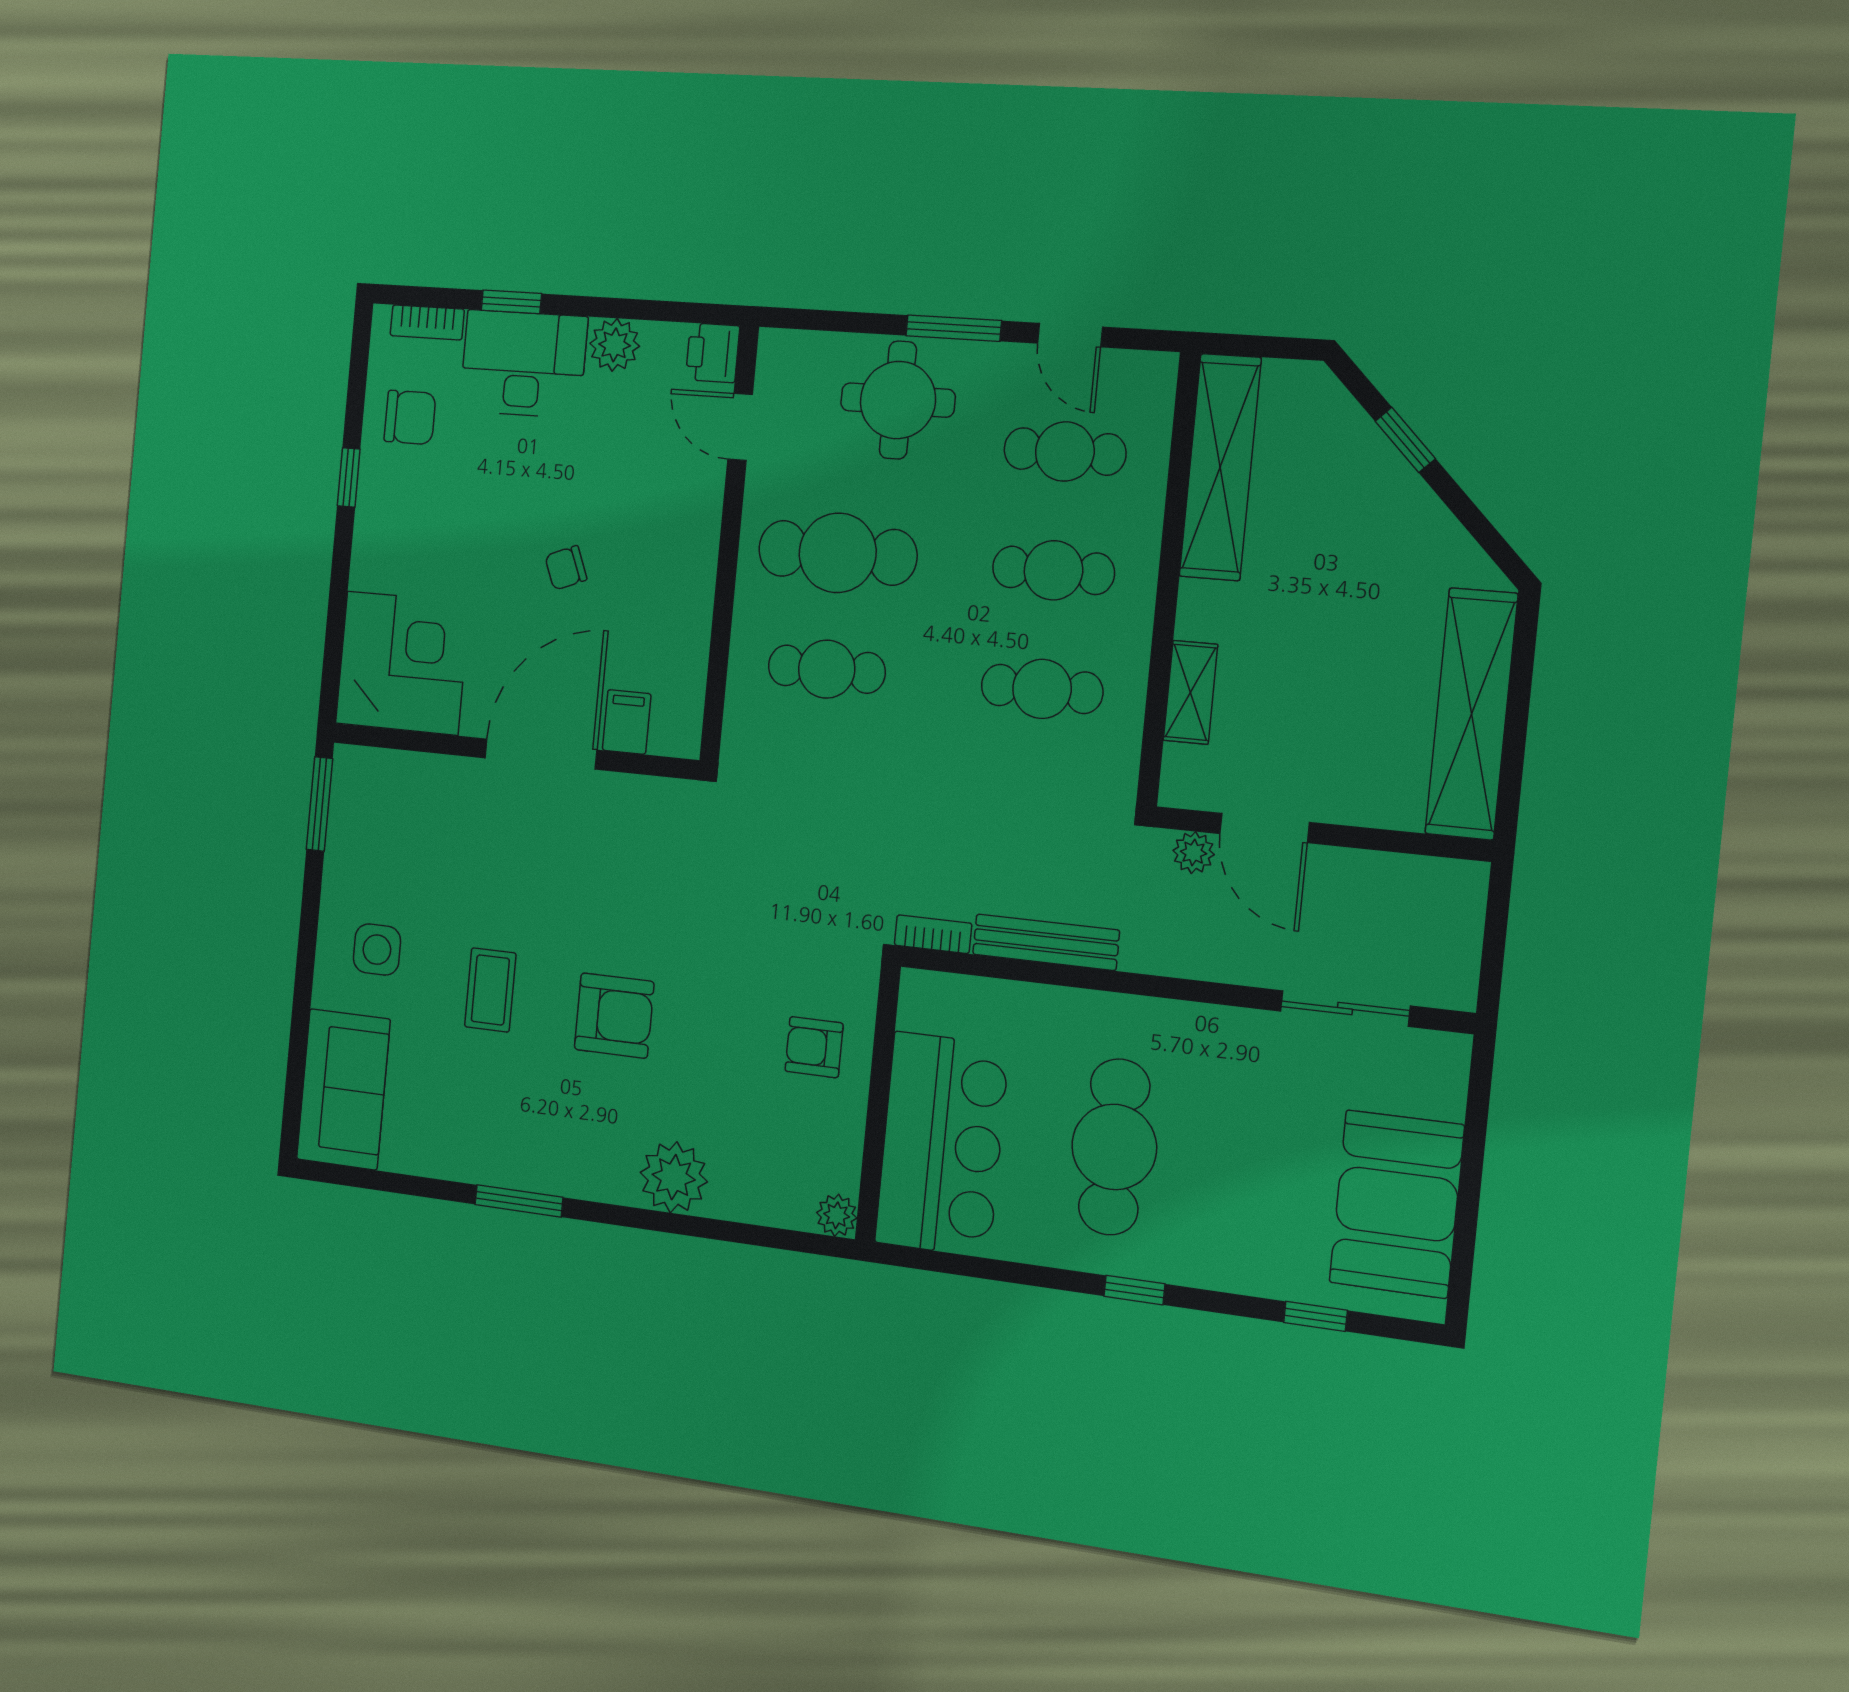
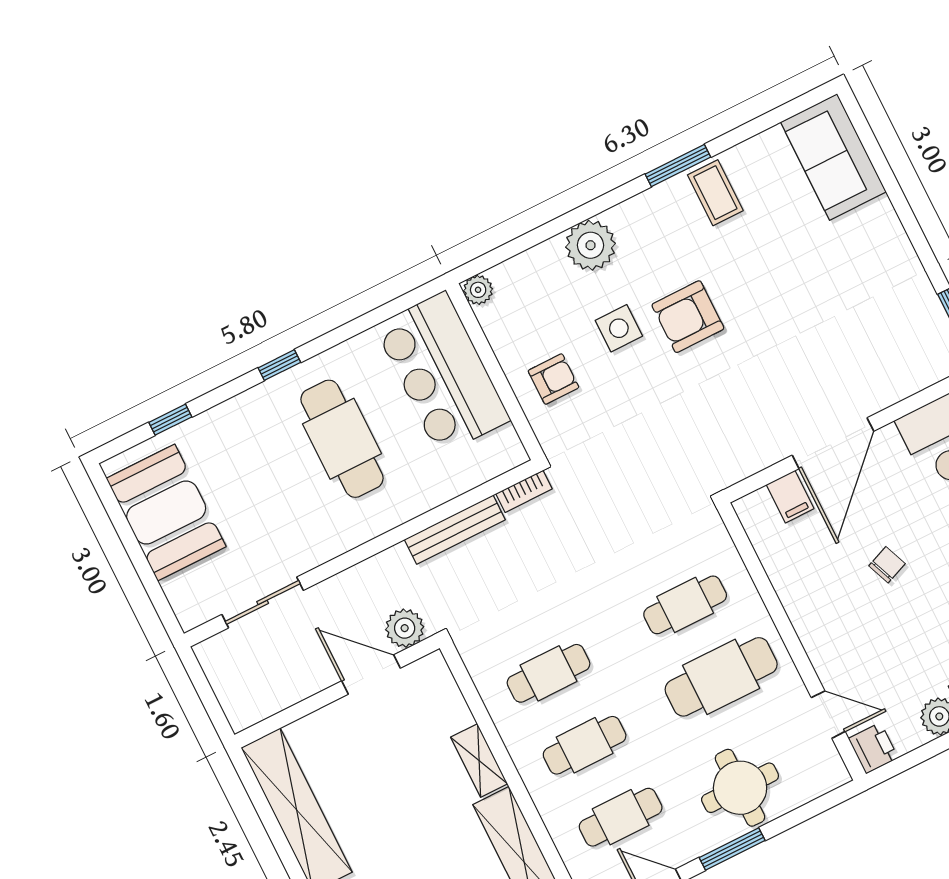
shelving: (1190, 692) -> (479, 761), moved
plant: (1194, 853) -> (405, 628), width x1.38, depth x1.38
side table: (377, 950) -> (619, 328), moved
coffee table: (490, 990) -> (715, 193), moved

